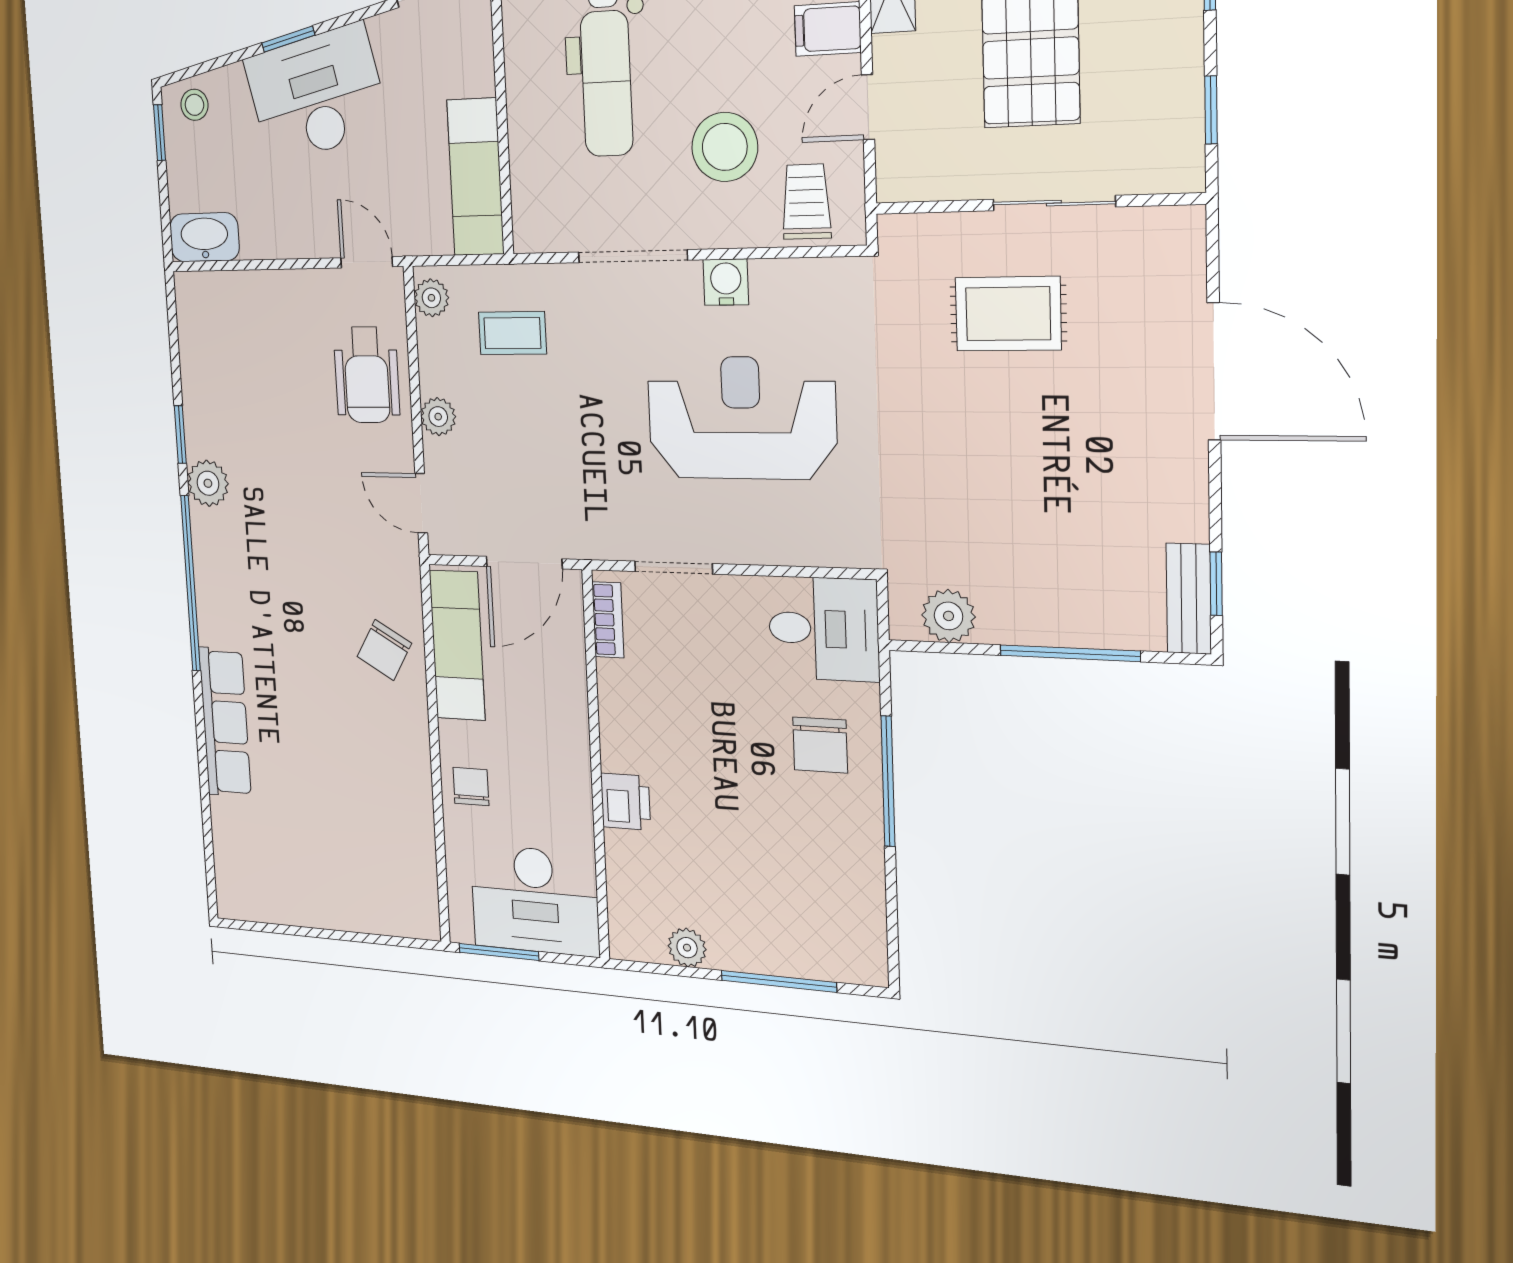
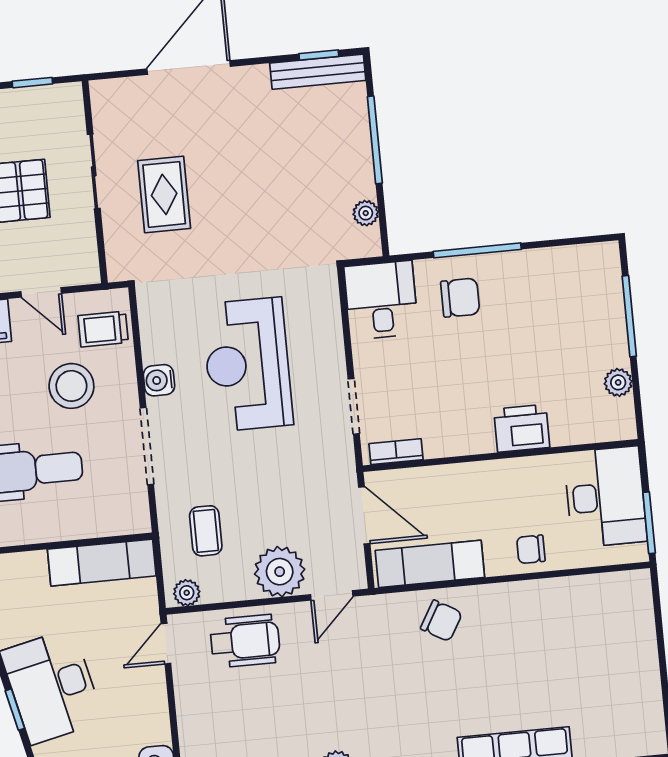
plant: (438, 417) -> (280, 572), width x1.87, depth x1.87
bench: (1189, 599) -> (318, 72), width x1.36
plant: (948, 616) -> (366, 213), width x0.73, depth x0.73
printer: (626, 802) -> (522, 428), width x1.36, depth x1.24

